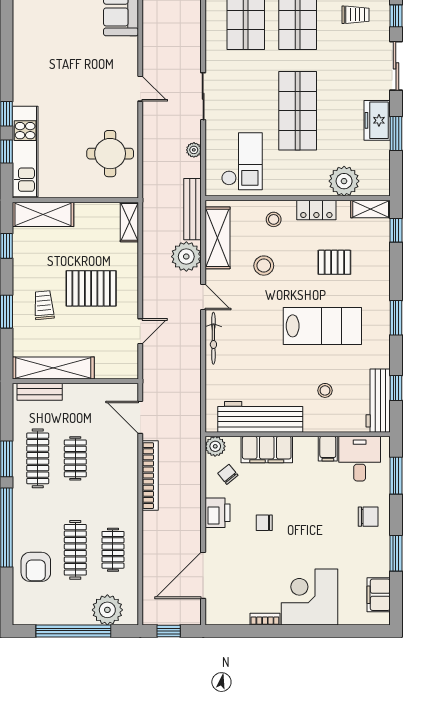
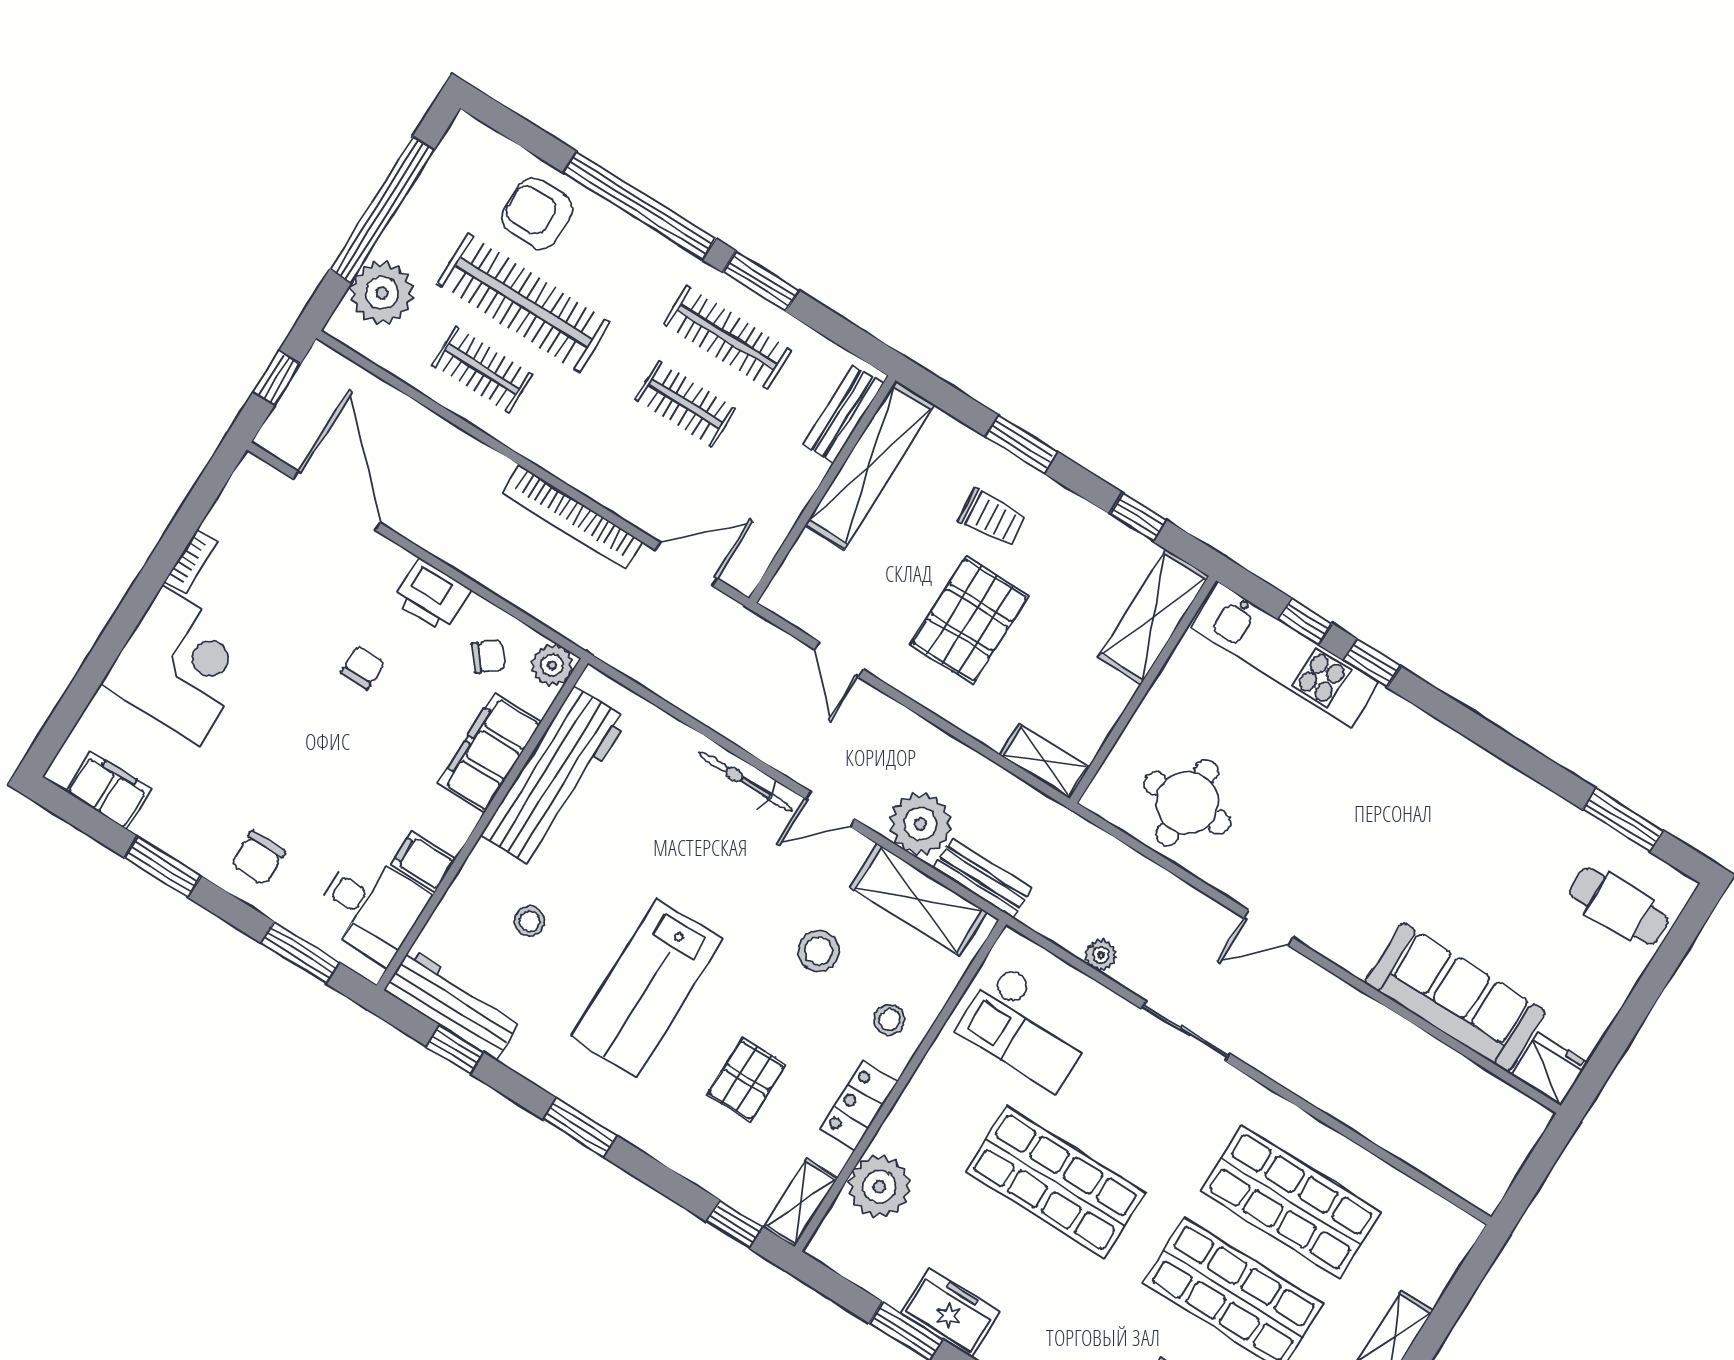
bench: (193, 209) -> (983, 878), width x0.73
clothes rail: (75, 550) -> (524, 303), width x1.37, depth x1.31

